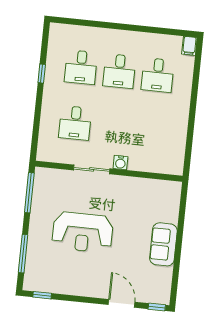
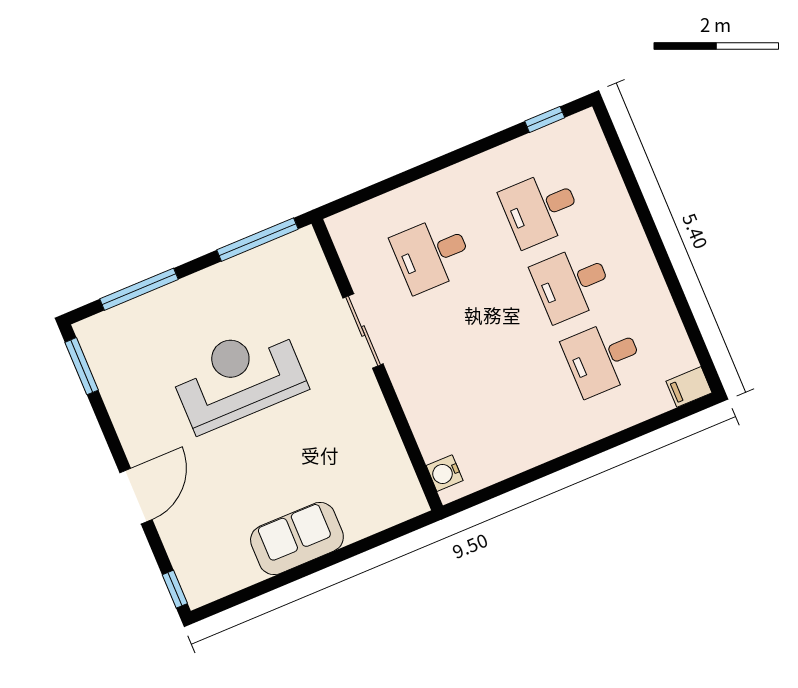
window: (42, 74) -> (545, 119), moved
water cooler: (120, 163) -> (445, 473), moved
reception desk: (83, 232) -> (238, 377), turned 90
window: (42, 295) -> (82, 366), width x1.50
door: (122, 303) -> (136, 496), moved

